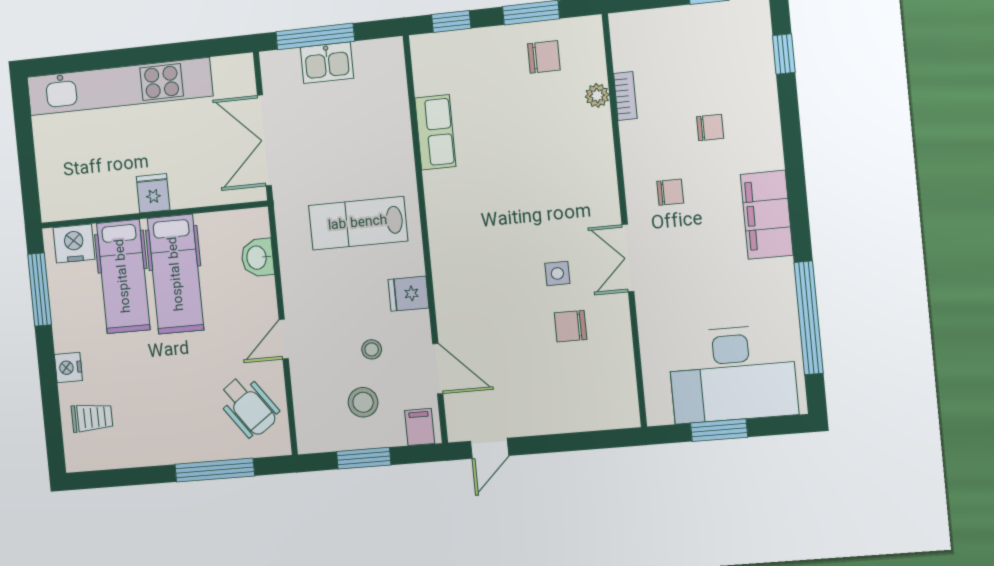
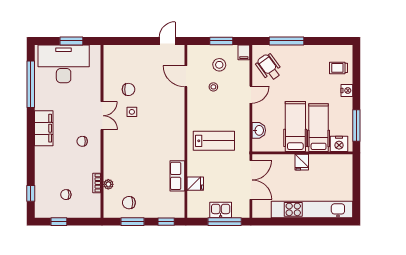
chair: (710, 128) -> (66, 195), moved
fridge: (408, 294) -> (195, 184), moved
filing cabinet: (420, 427) -> (244, 52), moved

